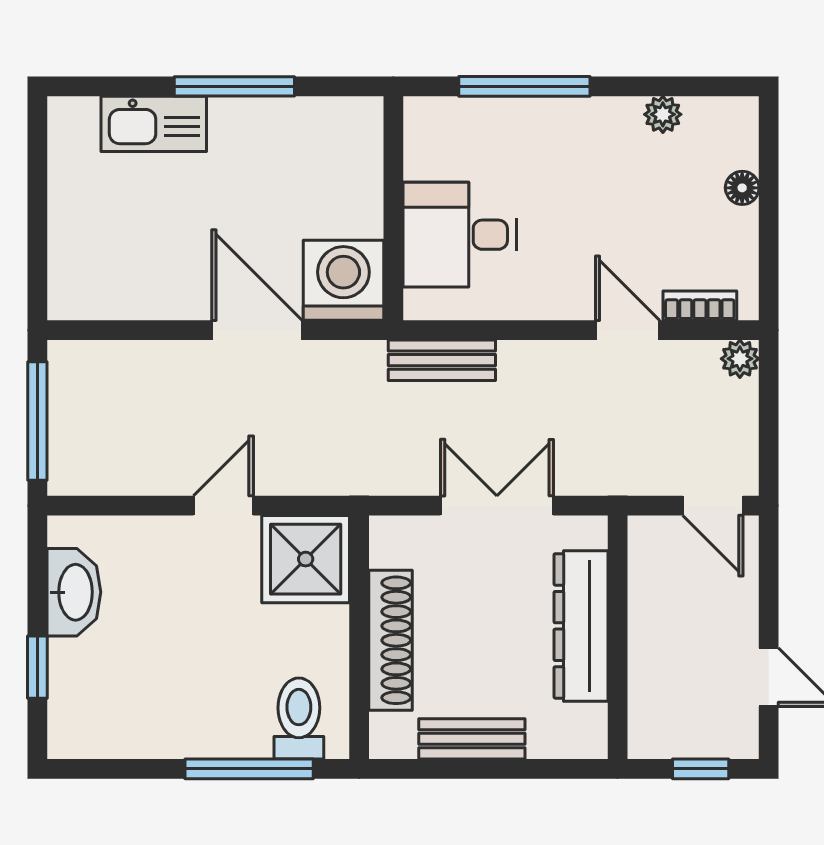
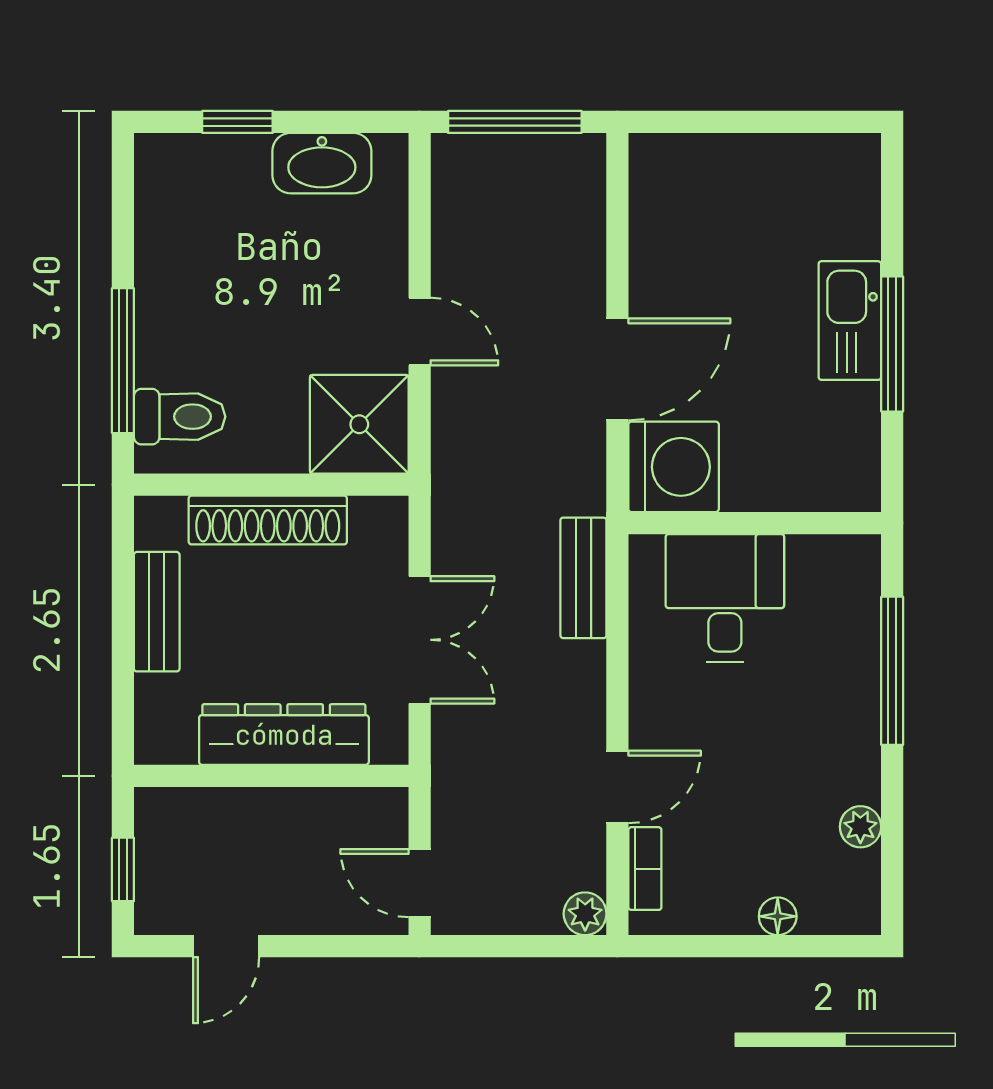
kitchen sink: (154, 124) -> (850, 321), moved
door: (713, 506) -> (420, 883), hinge flipped

